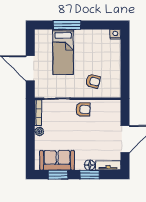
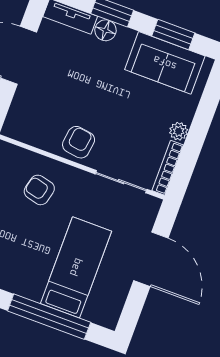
window: (67, 25) -> (49, 317), width x1.46
armchair: (83, 109) -> (79, 142), turned 98

